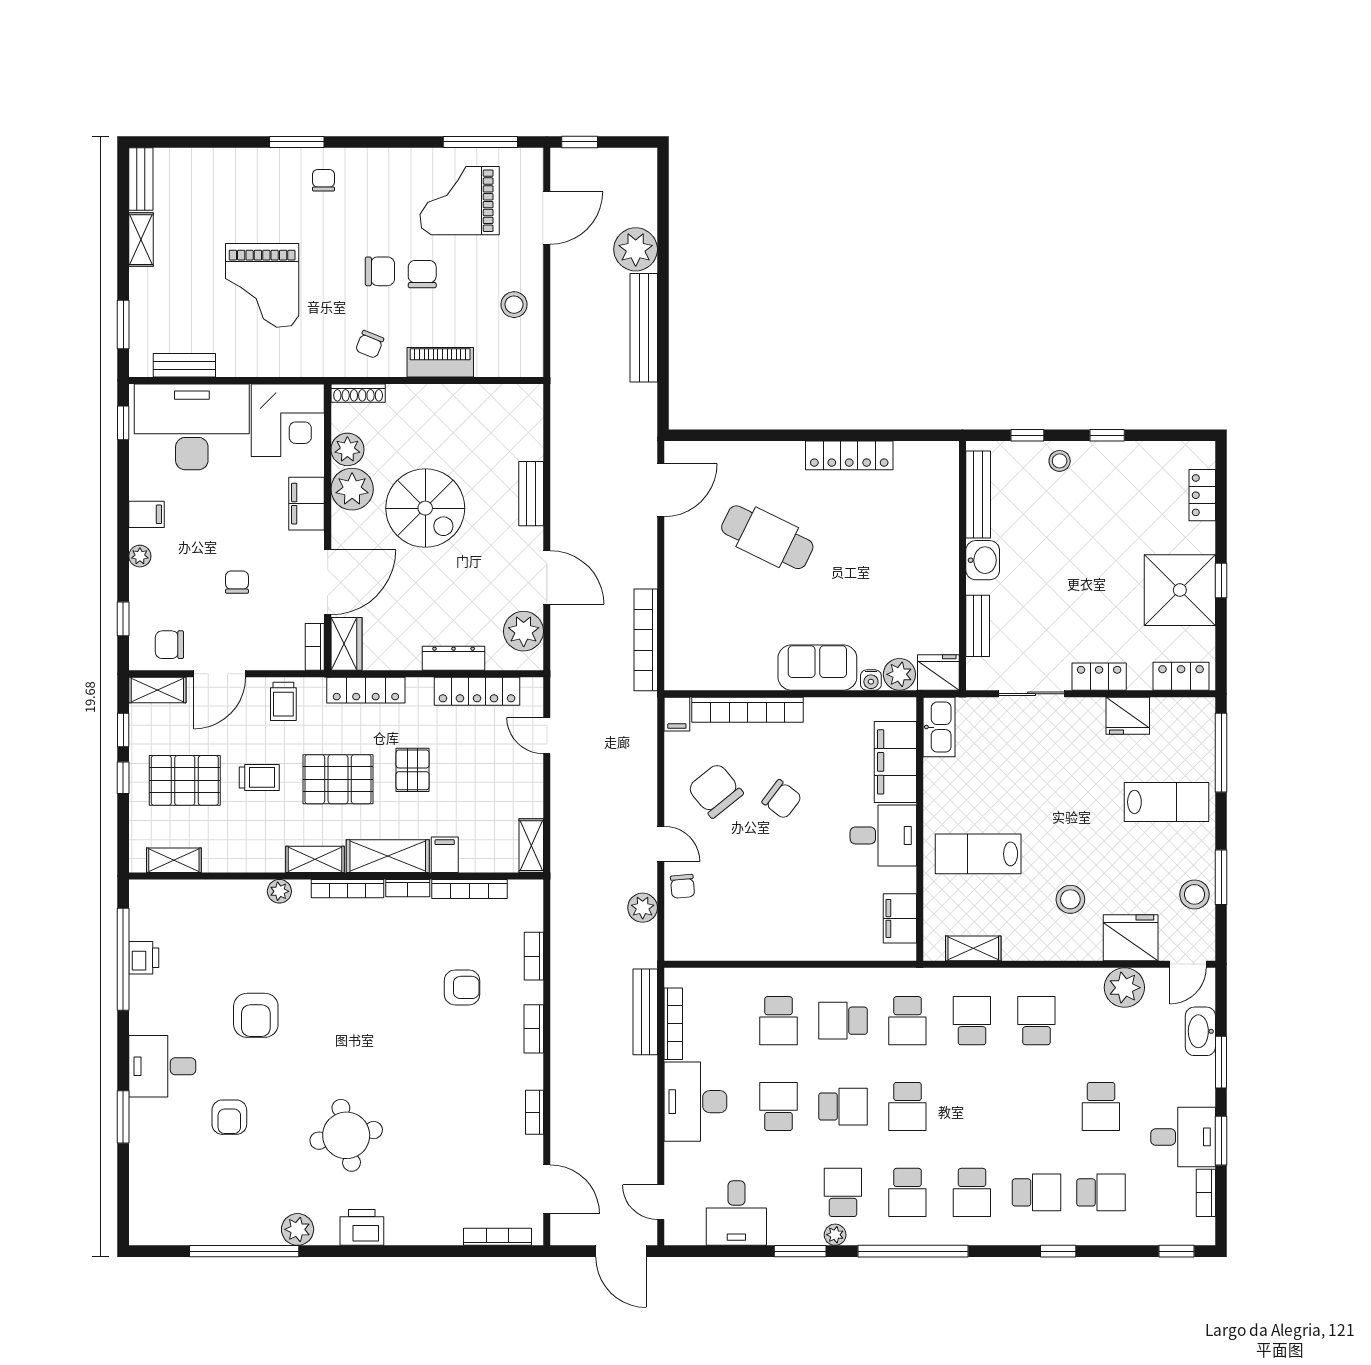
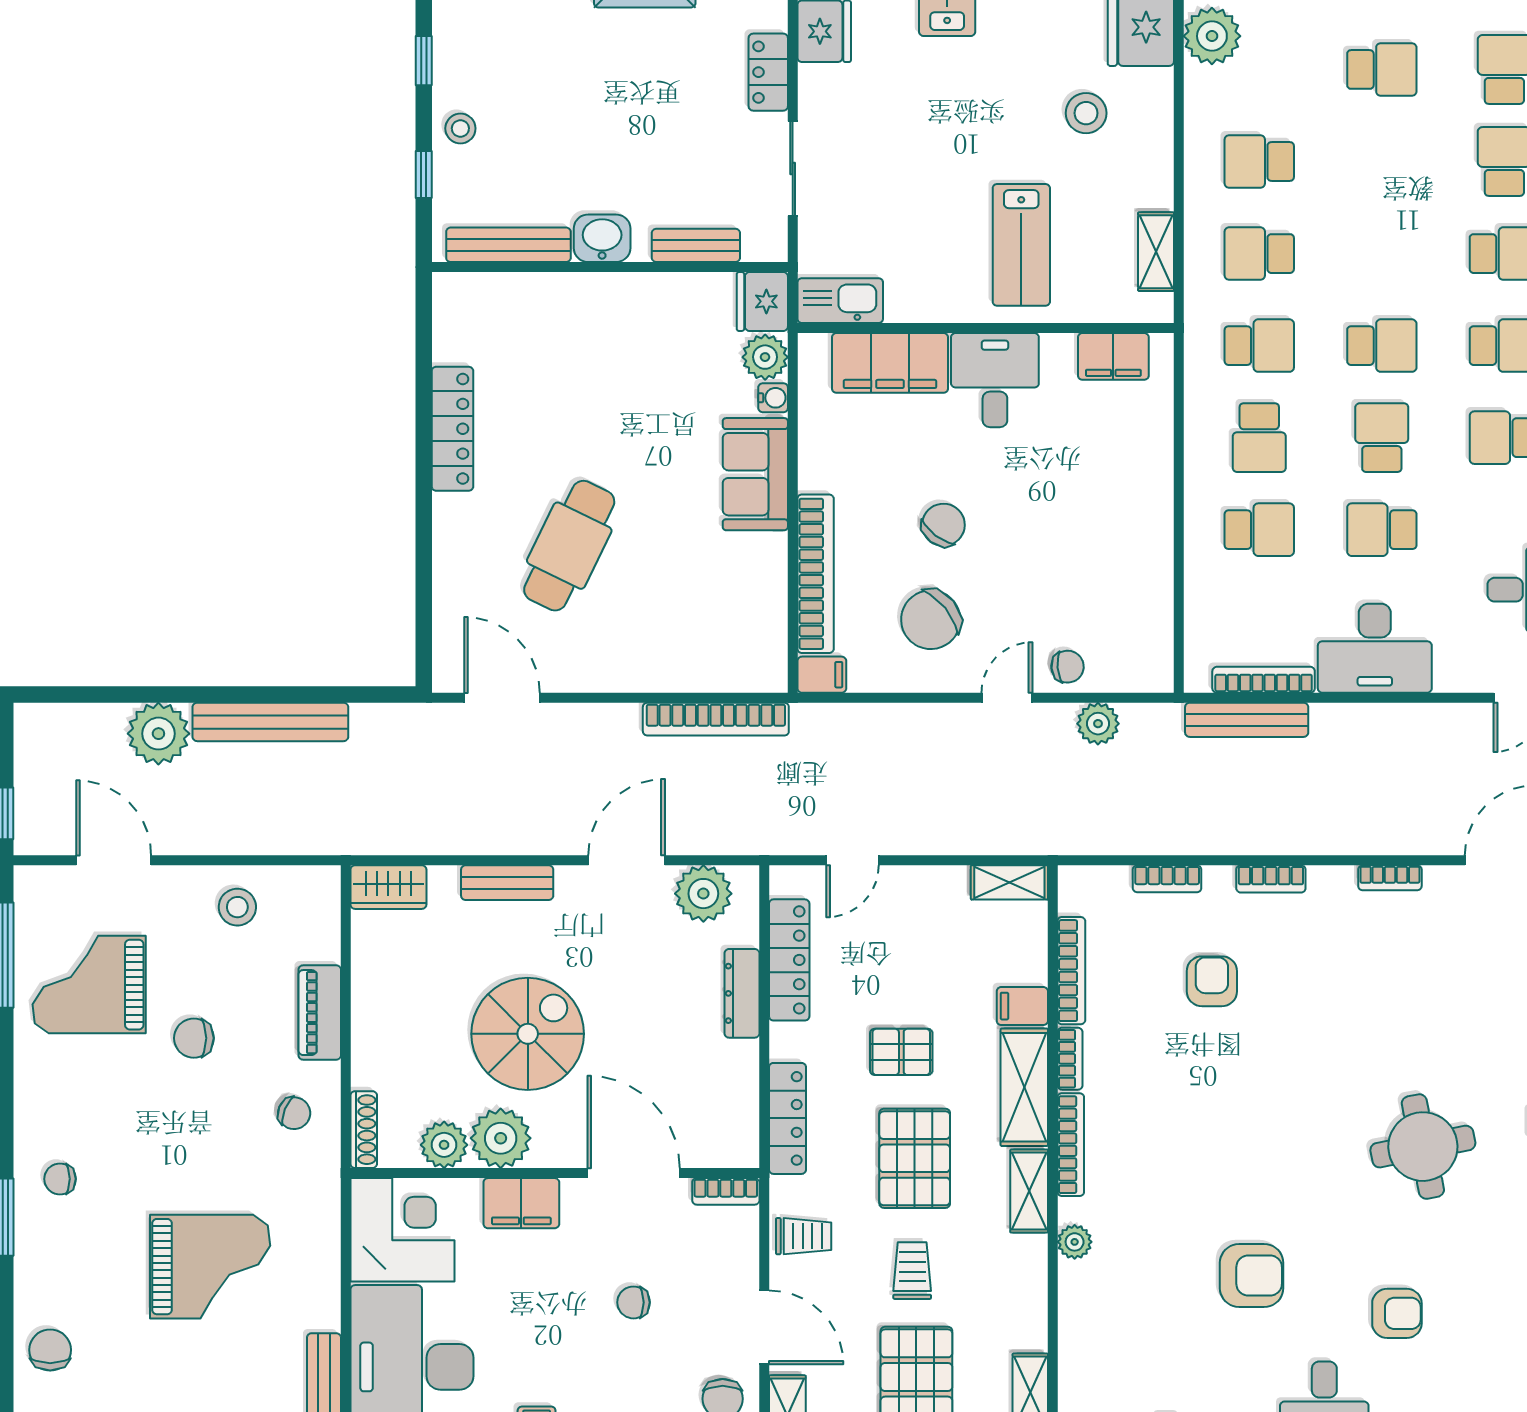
grand piano: (460, 201) -> (89, 985), turned 90
chair: (380, 271) -> (50, 1350), moved
wardrobe: (346, 644) -> (388, 887), moved, turned 180

